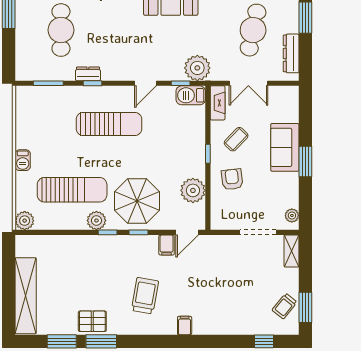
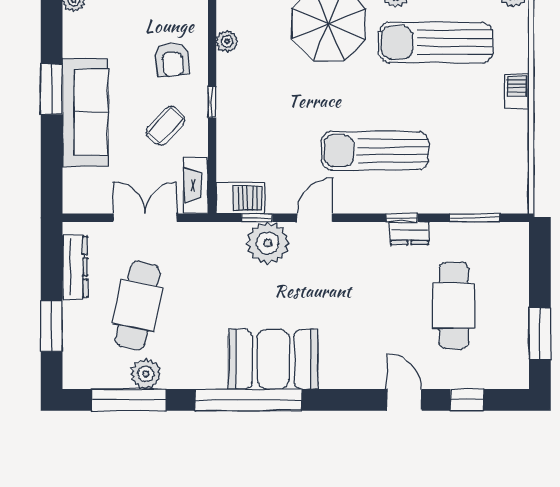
plant: (197, 68) -> (268, 243), moved
sofa: (285, 147) -> (85, 112), width x1.36
plant: (193, 190) -> (227, 41), width x0.53, depth x0.53

